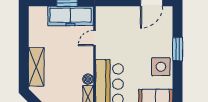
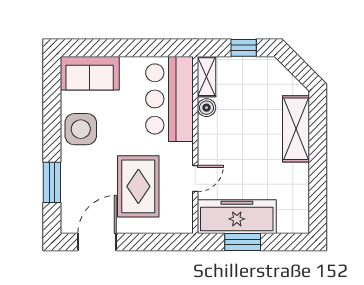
rug: (128, 34) -> (138, 186), added
window: (178, 49) -> (52, 182), moved

